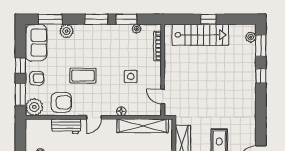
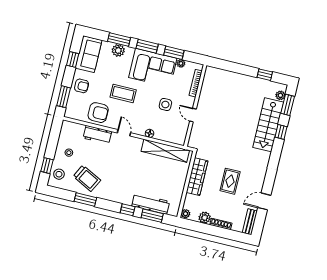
window: (50, 19) -> (119, 39), moved
window: (208, 19) -> (265, 75), moved
stairs: (200, 35) -> (268, 125), moved, turned 90
corner sofa: (108, 41) -> (153, 68), added
window: (20, 65) -> (73, 59), moved
door: (163, 96) -> (193, 115), moved
plant: (34, 107) -> (73, 111), removed
door: (94, 117) -> (124, 133), swing flipped

